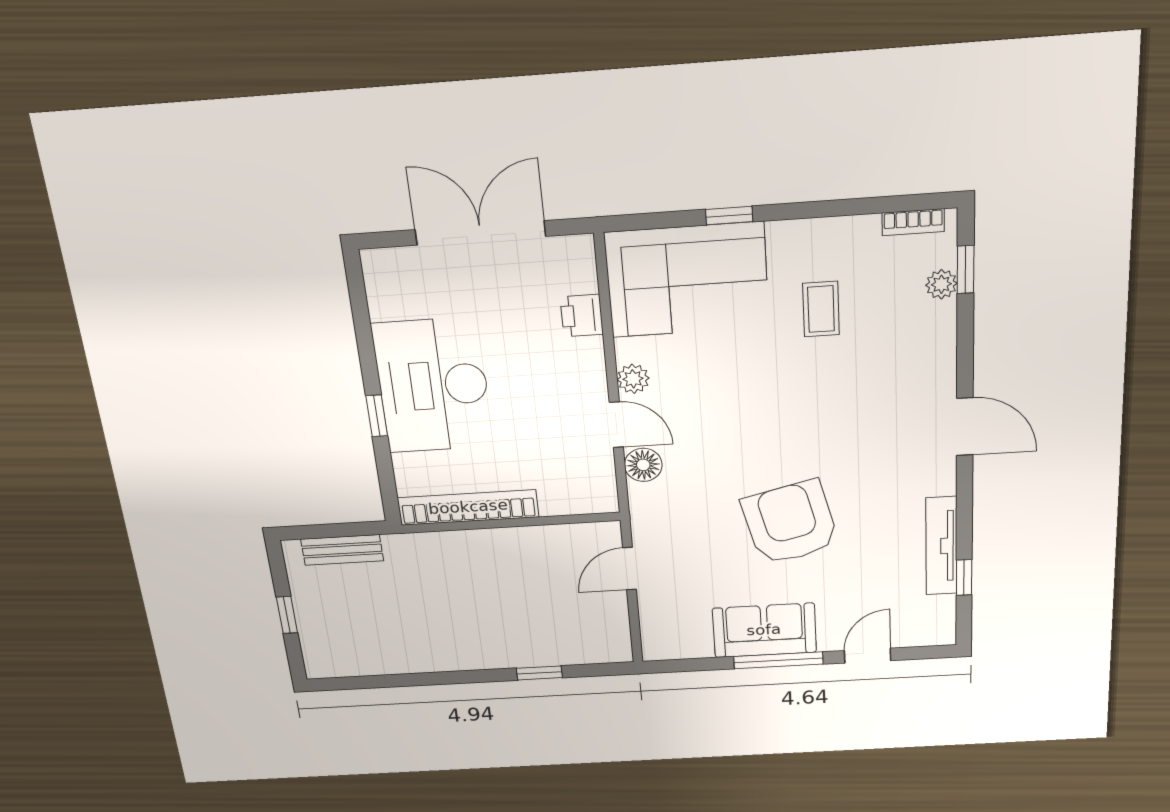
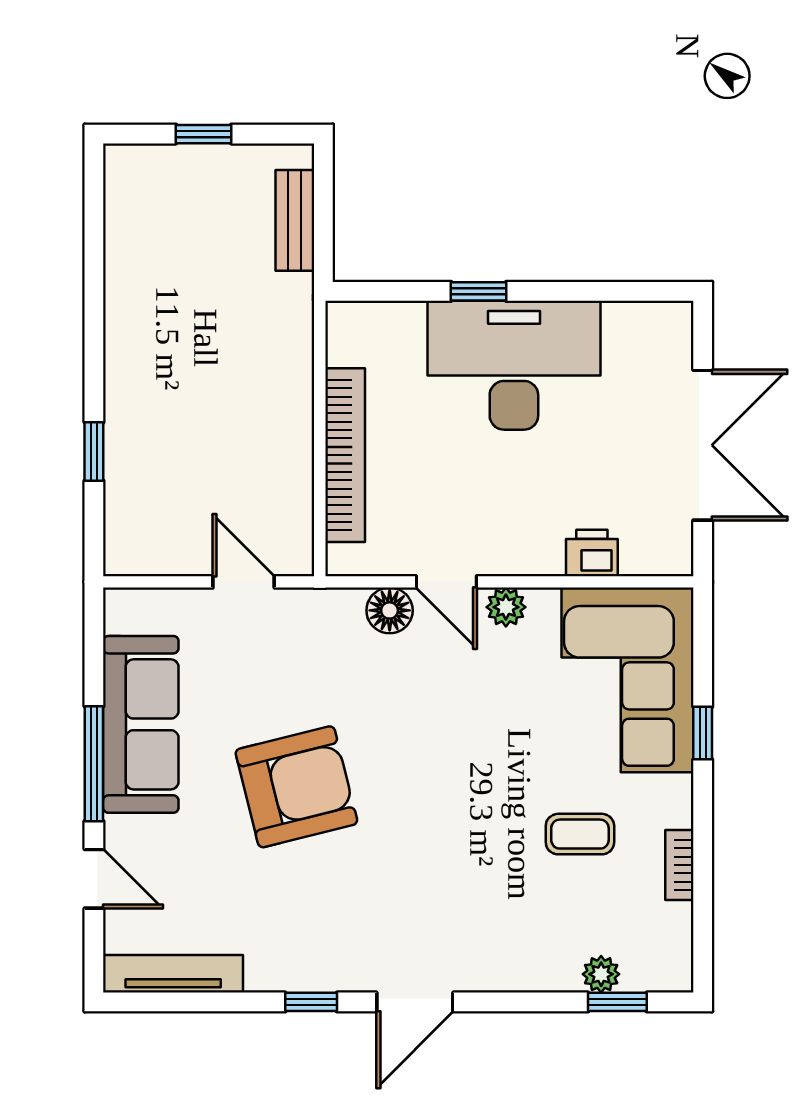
bookcase: (913, 222) -> (679, 865), moved
door: (616, 425) -> (446, 582), hinge flipped
bookcase: (468, 507) -> (345, 455), moved
tv unit: (941, 546) -> (173, 974), moved
window: (964, 577) -> (311, 1002), moved
sofa: (764, 630) -> (141, 724), width x1.36

